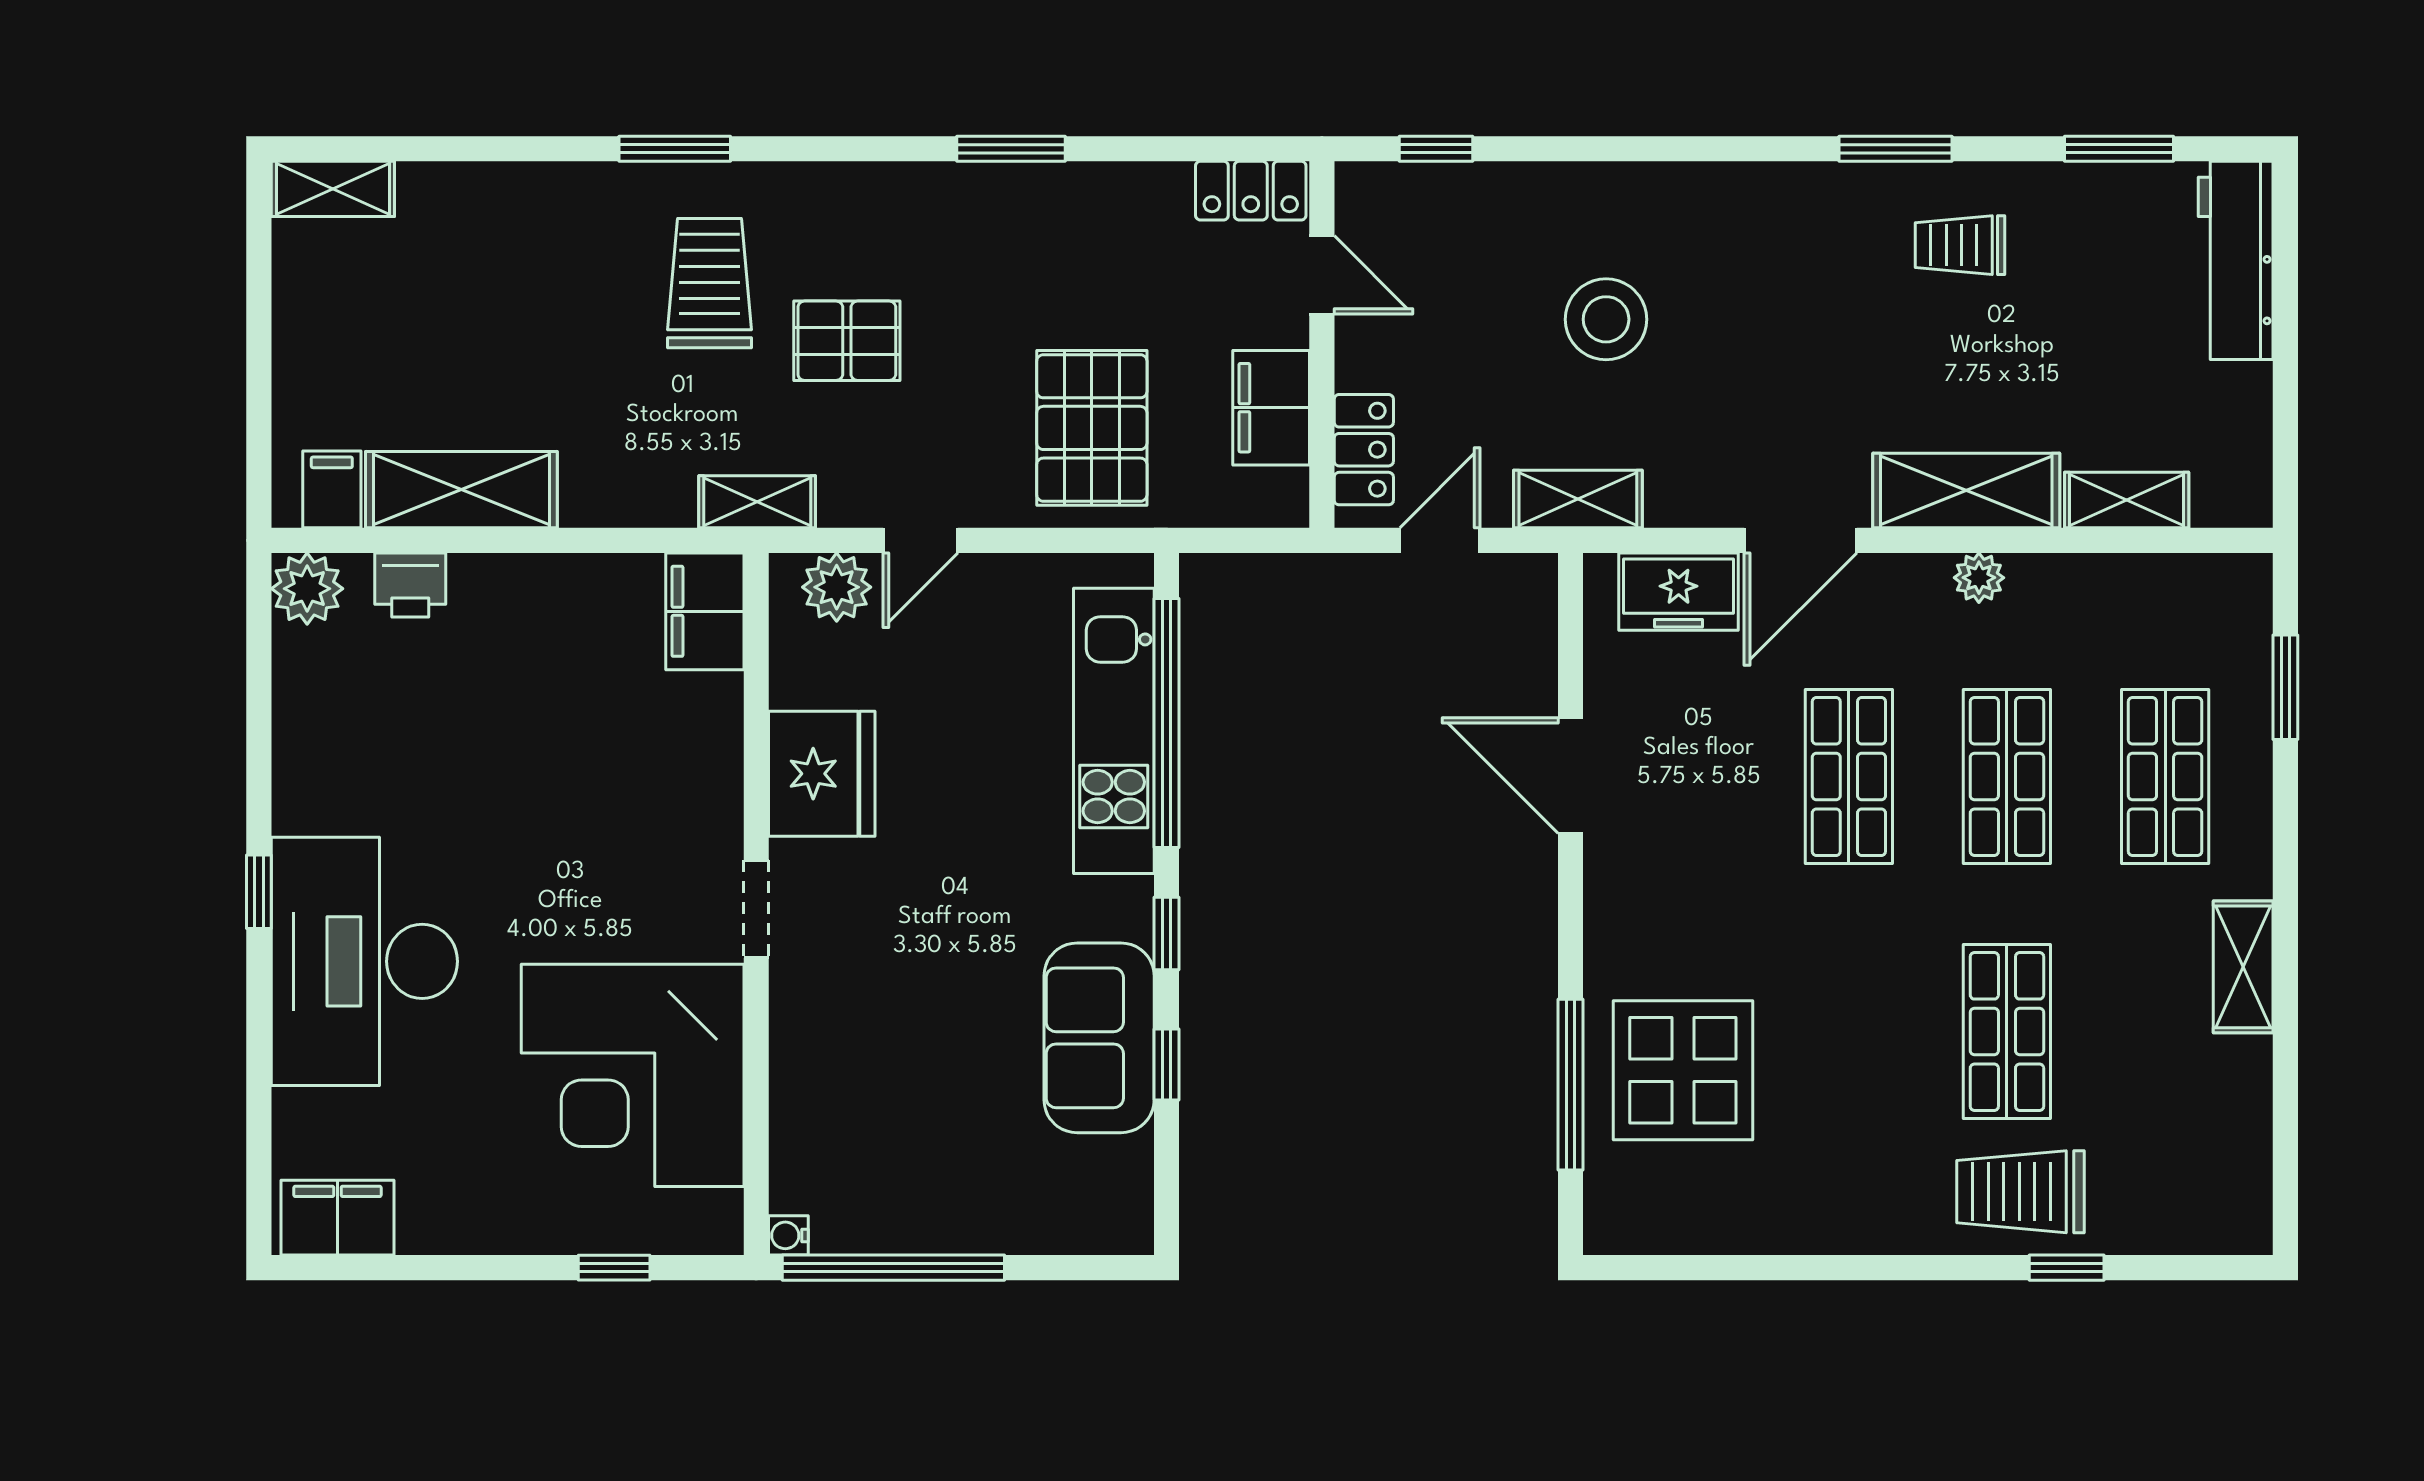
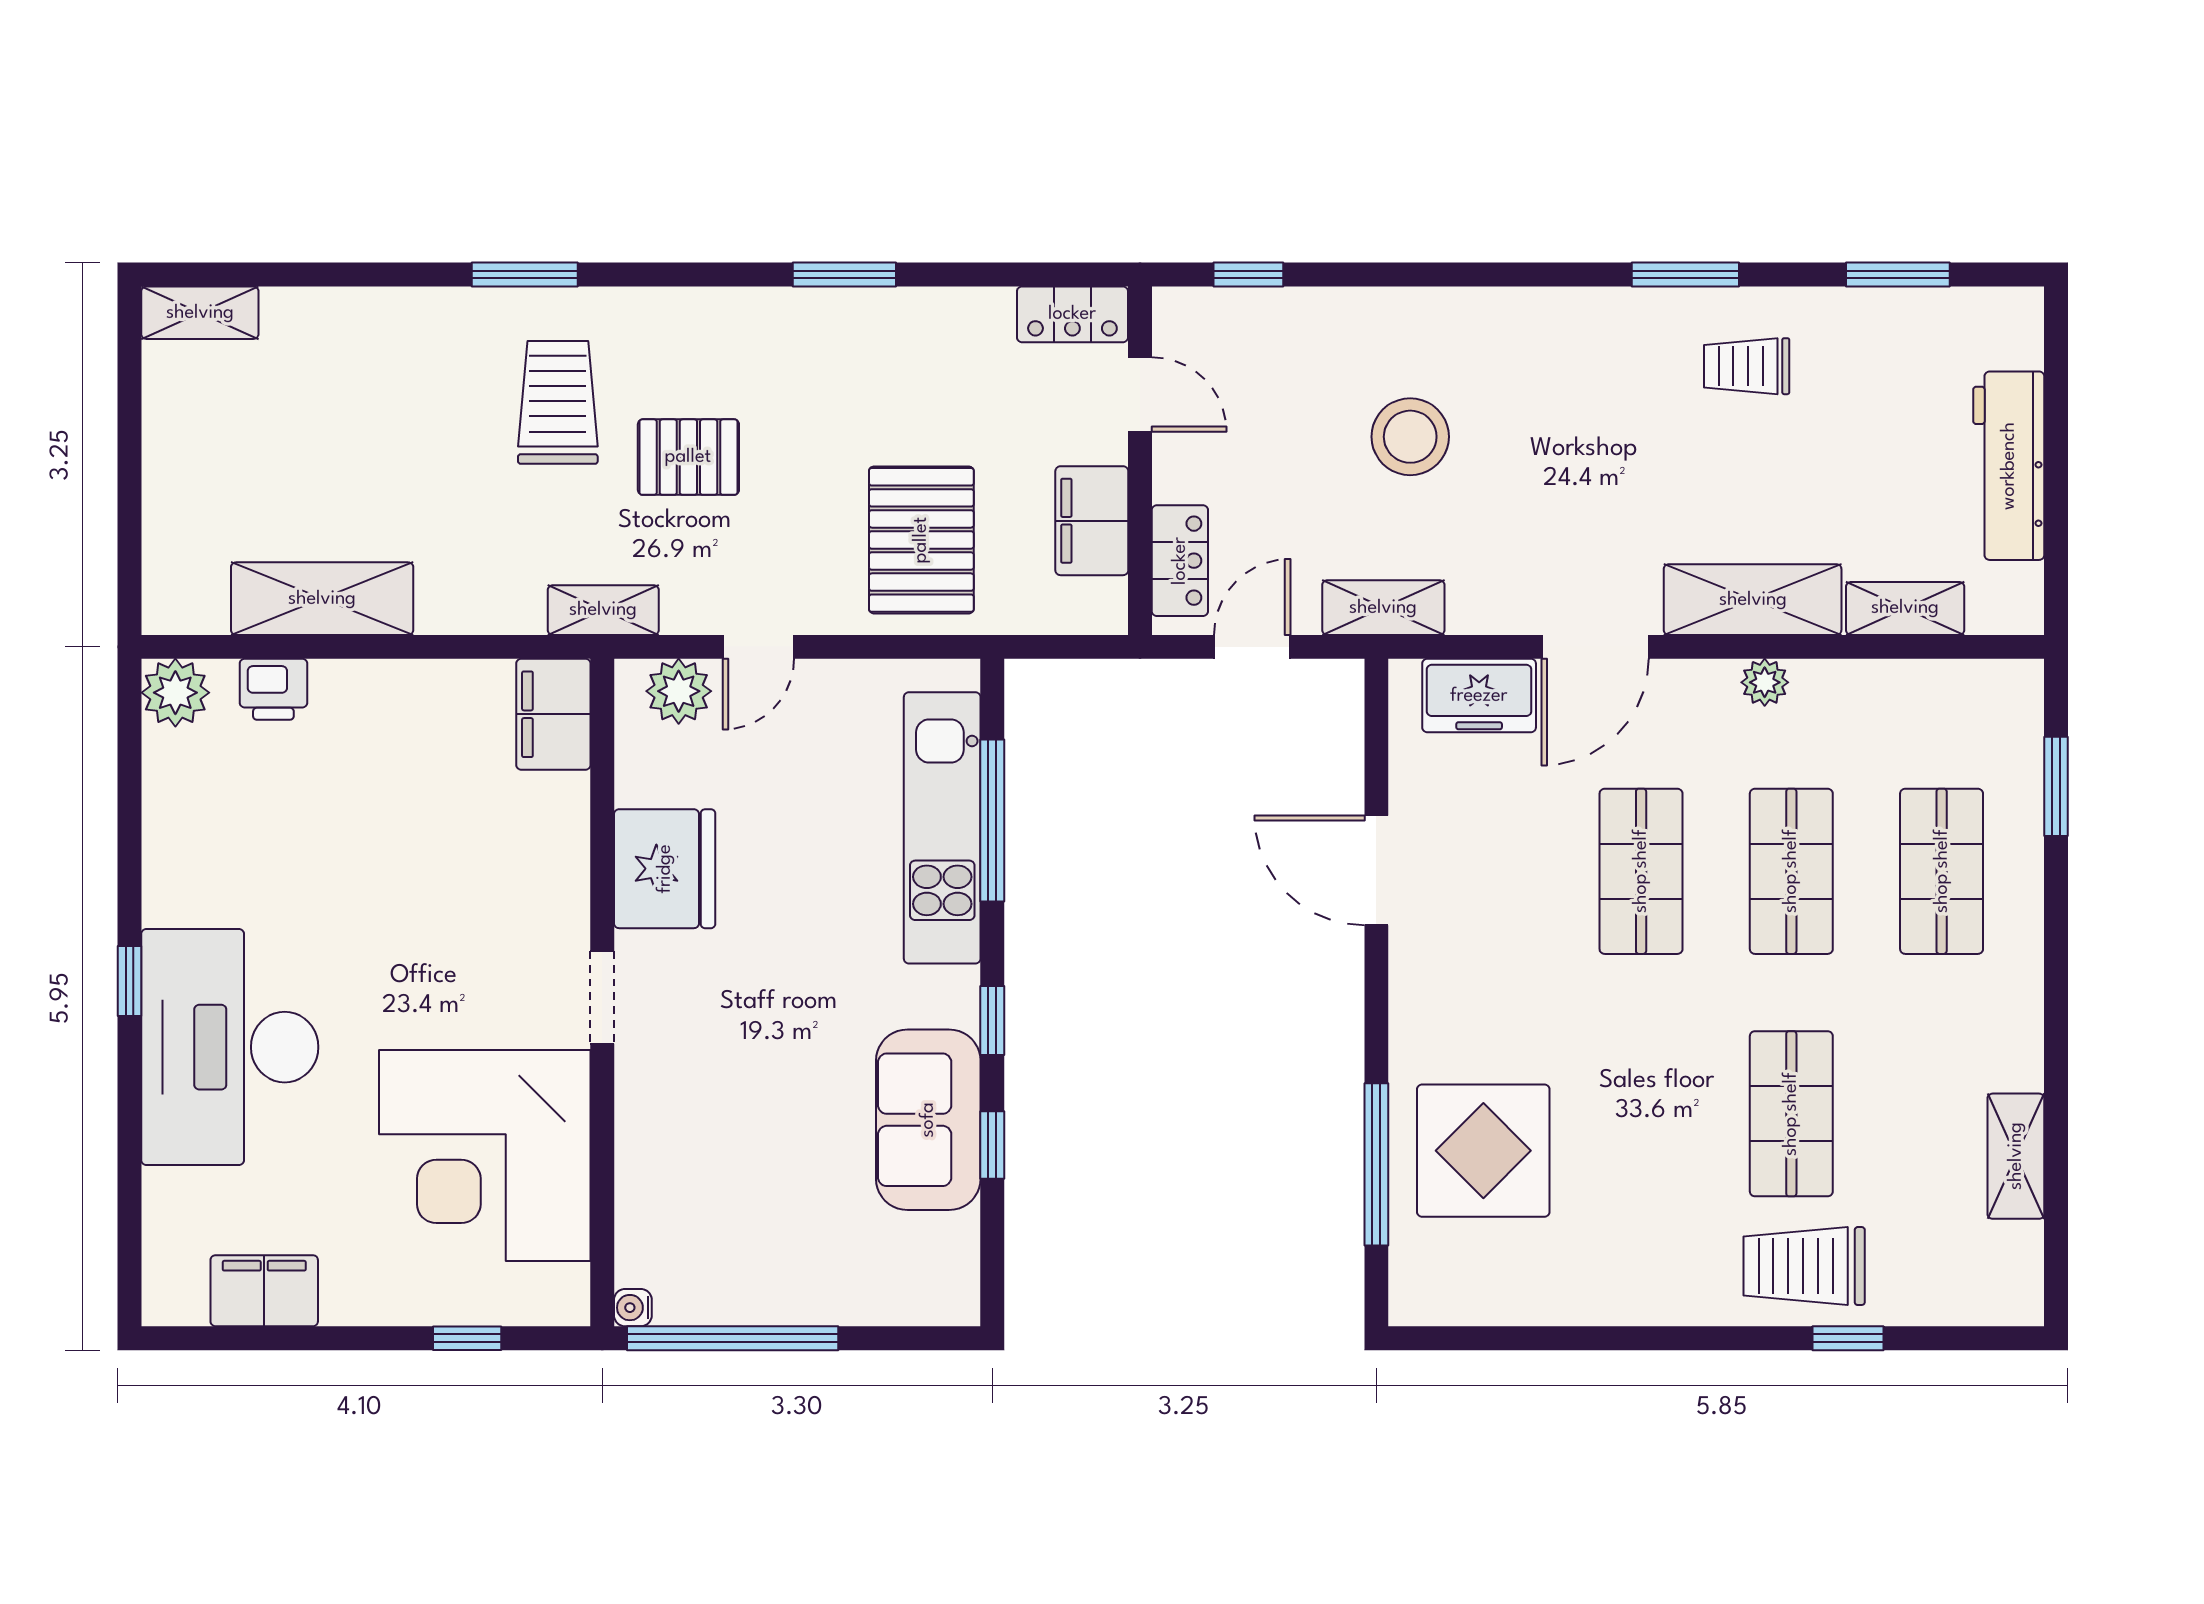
workbench: (2236, 260) -> (2009, 466), moved
filing cabinet: (332, 489) -> (199, 598), removed
window: (1166, 723) -> (992, 820), width x0.68
shelving: (2243, 967) -> (2016, 1156), moved
filing cabinet: (337, 1218) -> (264, 1291), moved

